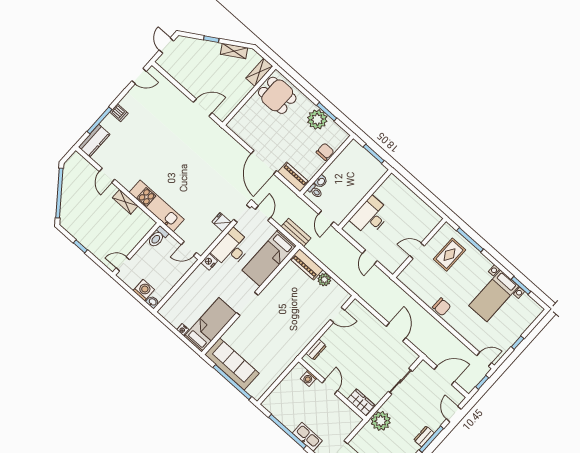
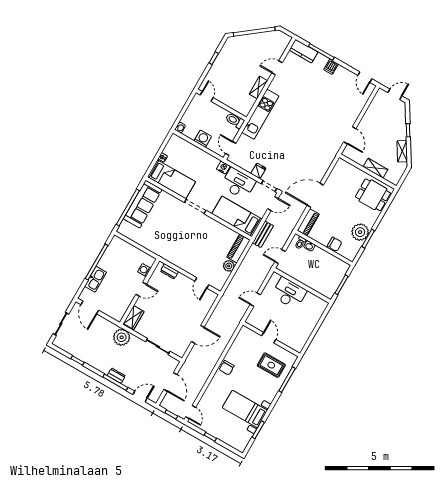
shelving: (259, 72) -> (375, 168), moved
dining table: (277, 95) -> (373, 195), turned 90
washing machine: (144, 290) -> (203, 139), moved, turned -90

